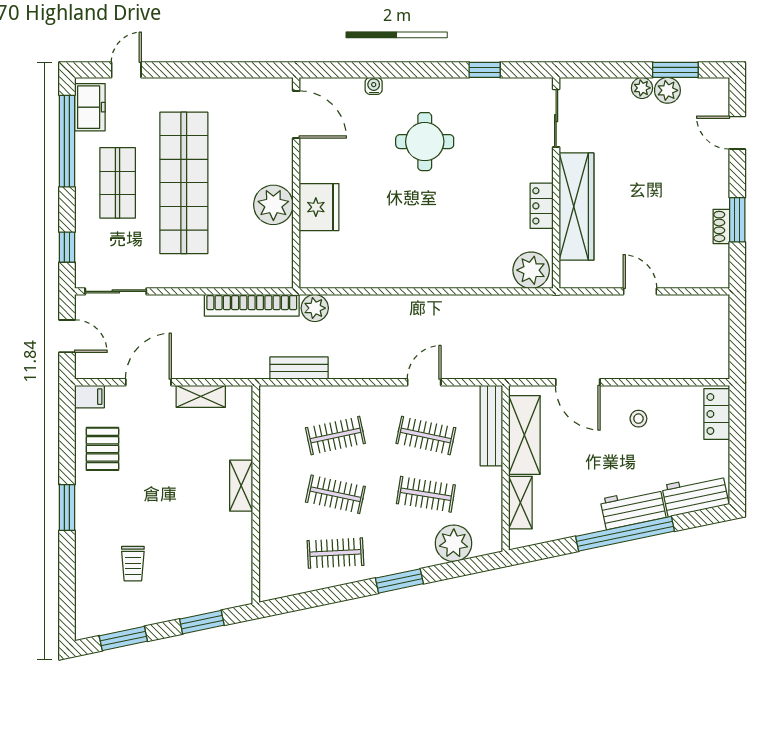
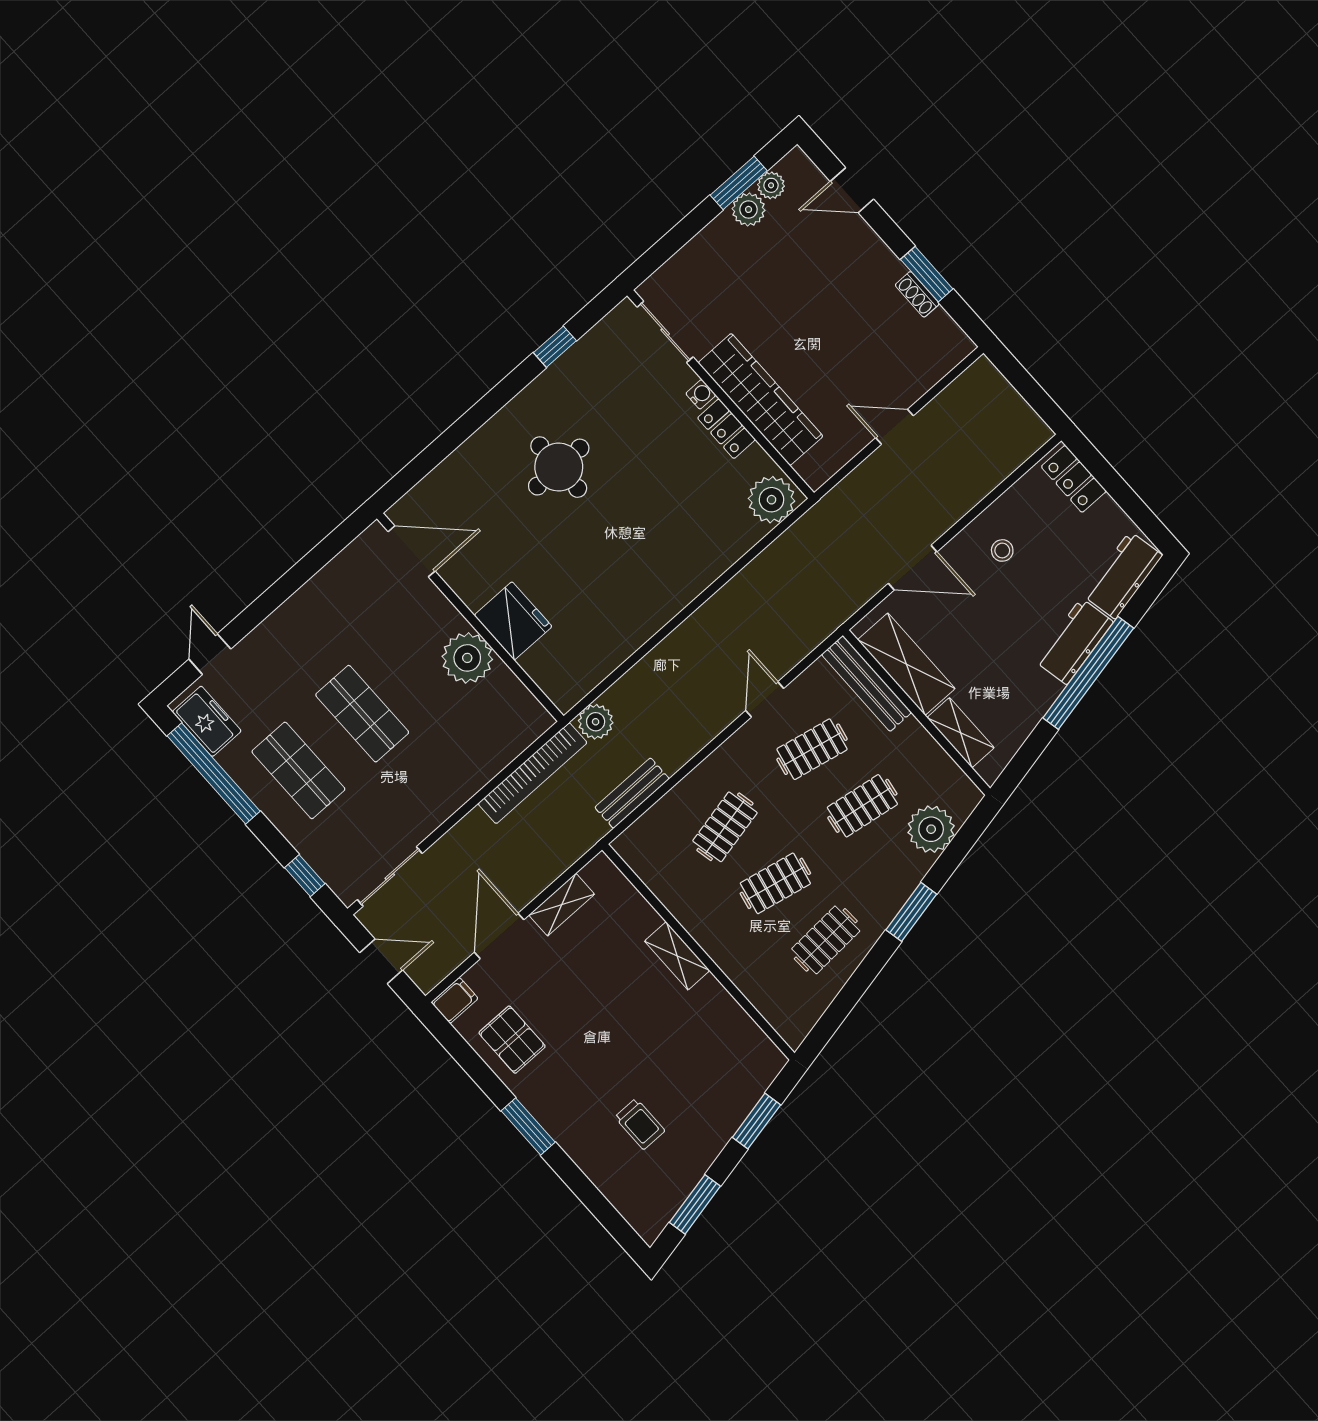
water cooler: (374, 86) -> (701, 394), moved, turned 90
plant: (642, 88) -> (771, 185), moved
shop shelf: (184, 183) -> (362, 714), width x0.50, depth x0.74

